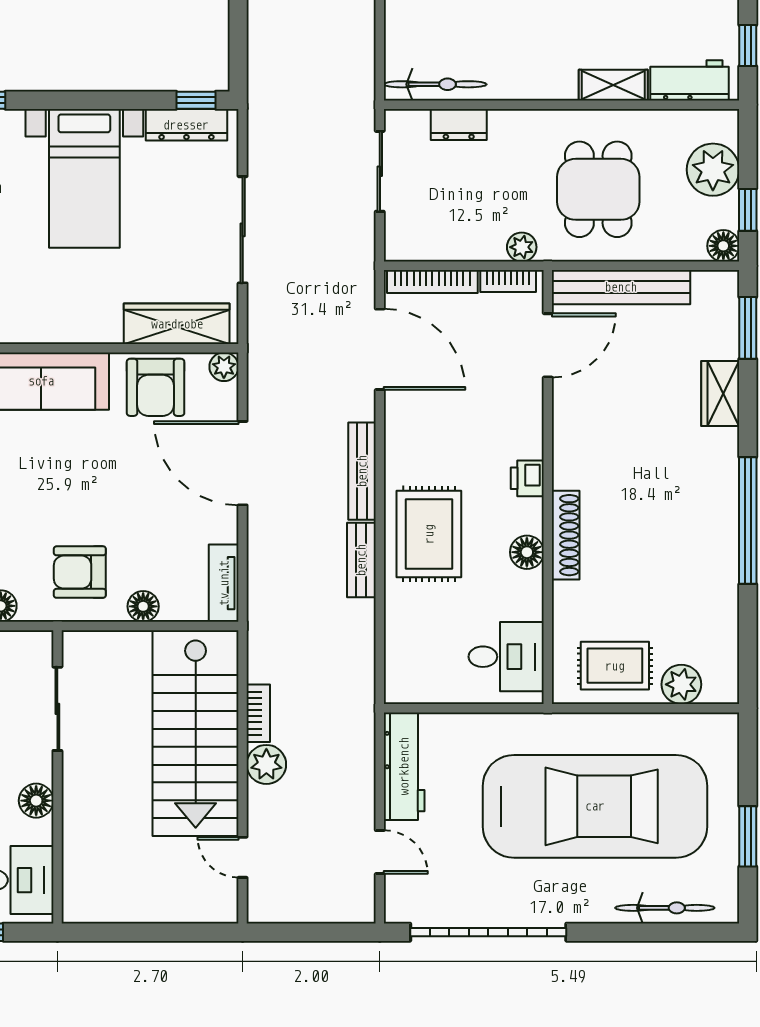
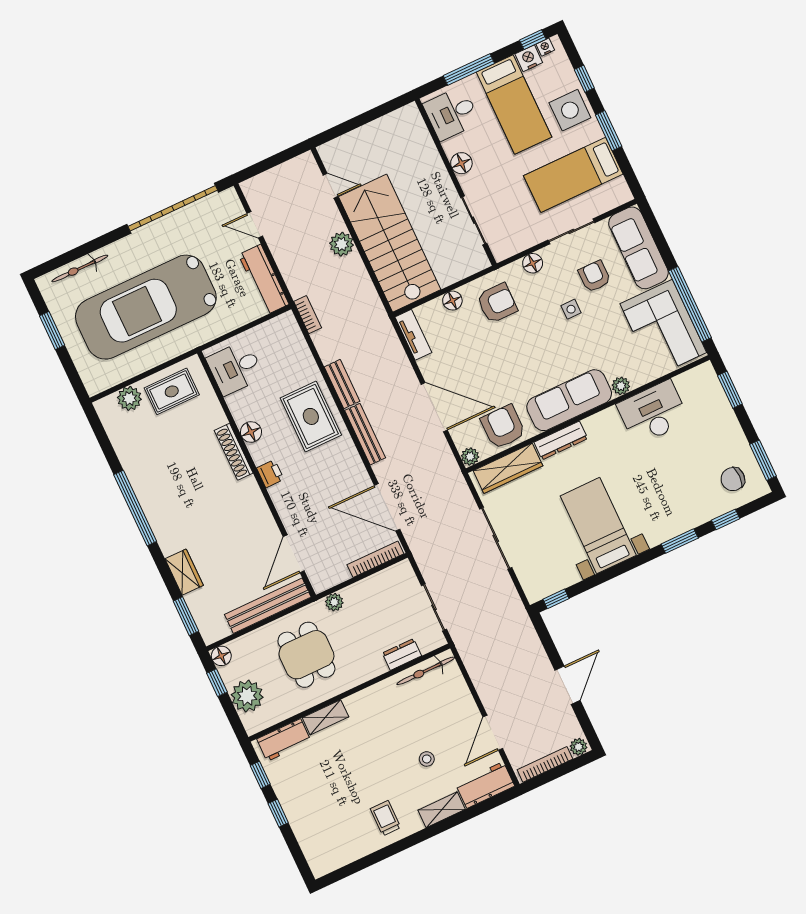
dresser: (186, 125) -> (561, 440), moved, turned 180
bookcase: (508, 281) -> (333, 579), removed
bookcase: (258, 713) -> (308, 315), moved, turned 180

